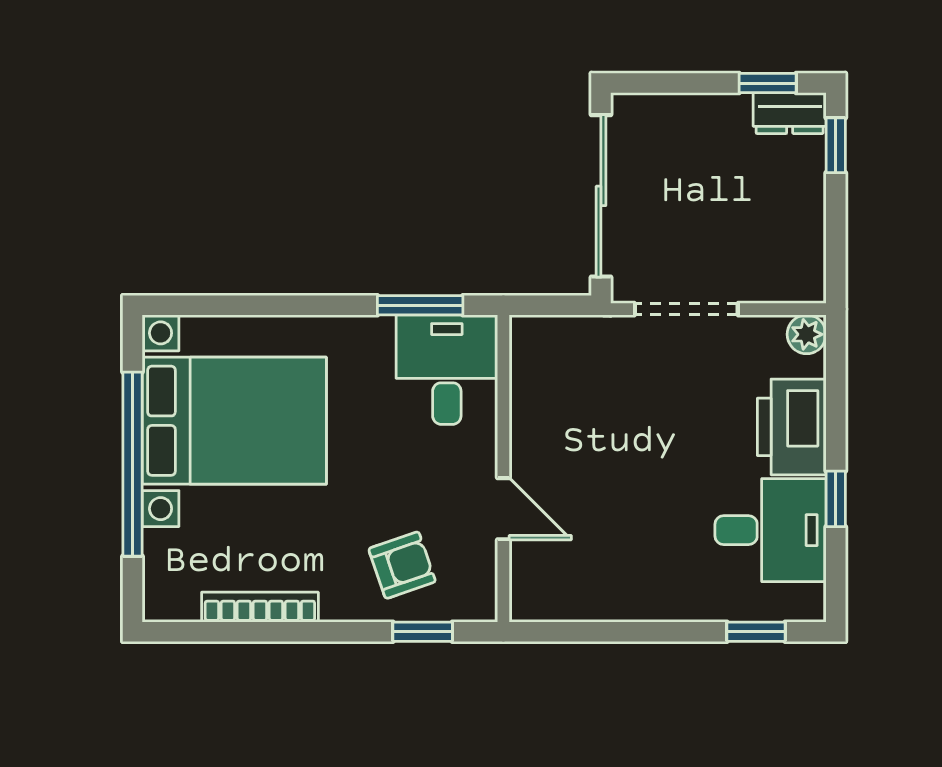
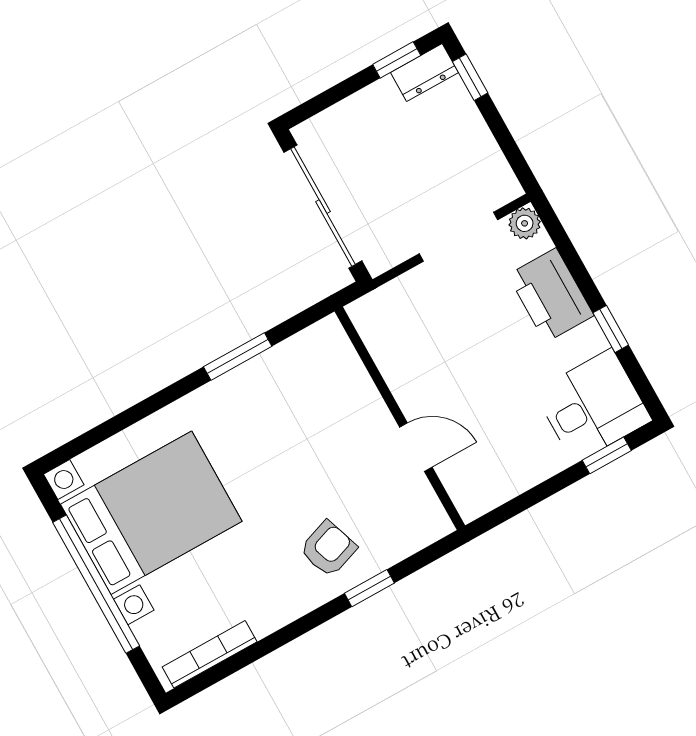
doorway: (686, 309) -> (458, 237), moved
desk: (447, 370) -> (282, 392), removed
wall: (503, 468) -> (400, 418), moved
door: (503, 509) -> (416, 447), moved
desk: (771, 530) -> (593, 406), moved
bookcase: (260, 607) -> (210, 654), moved

